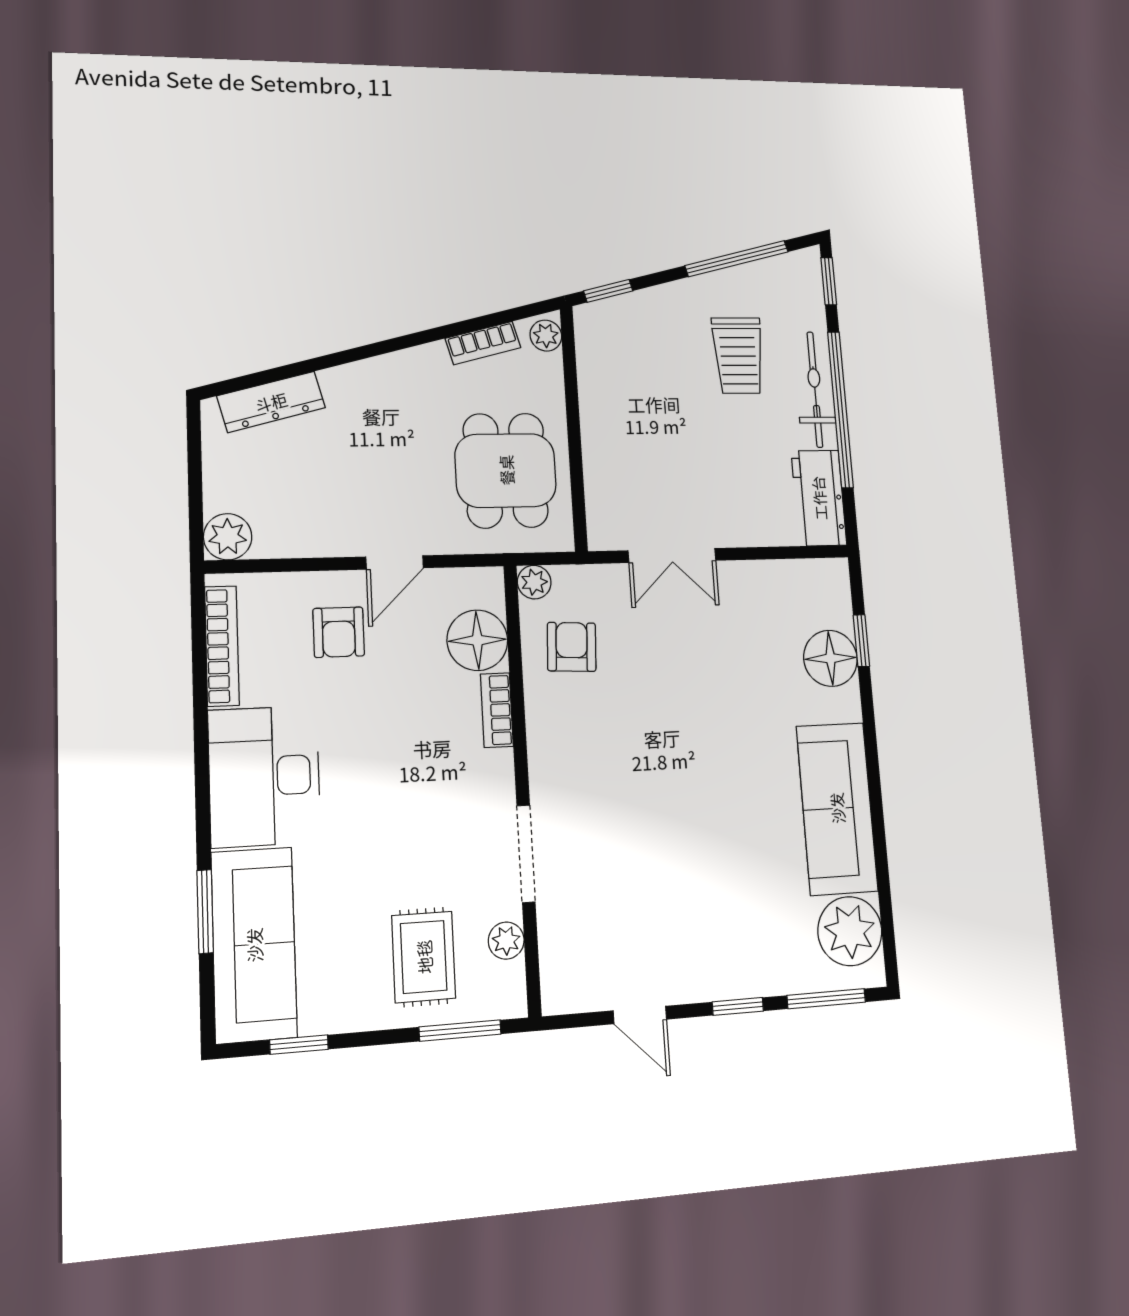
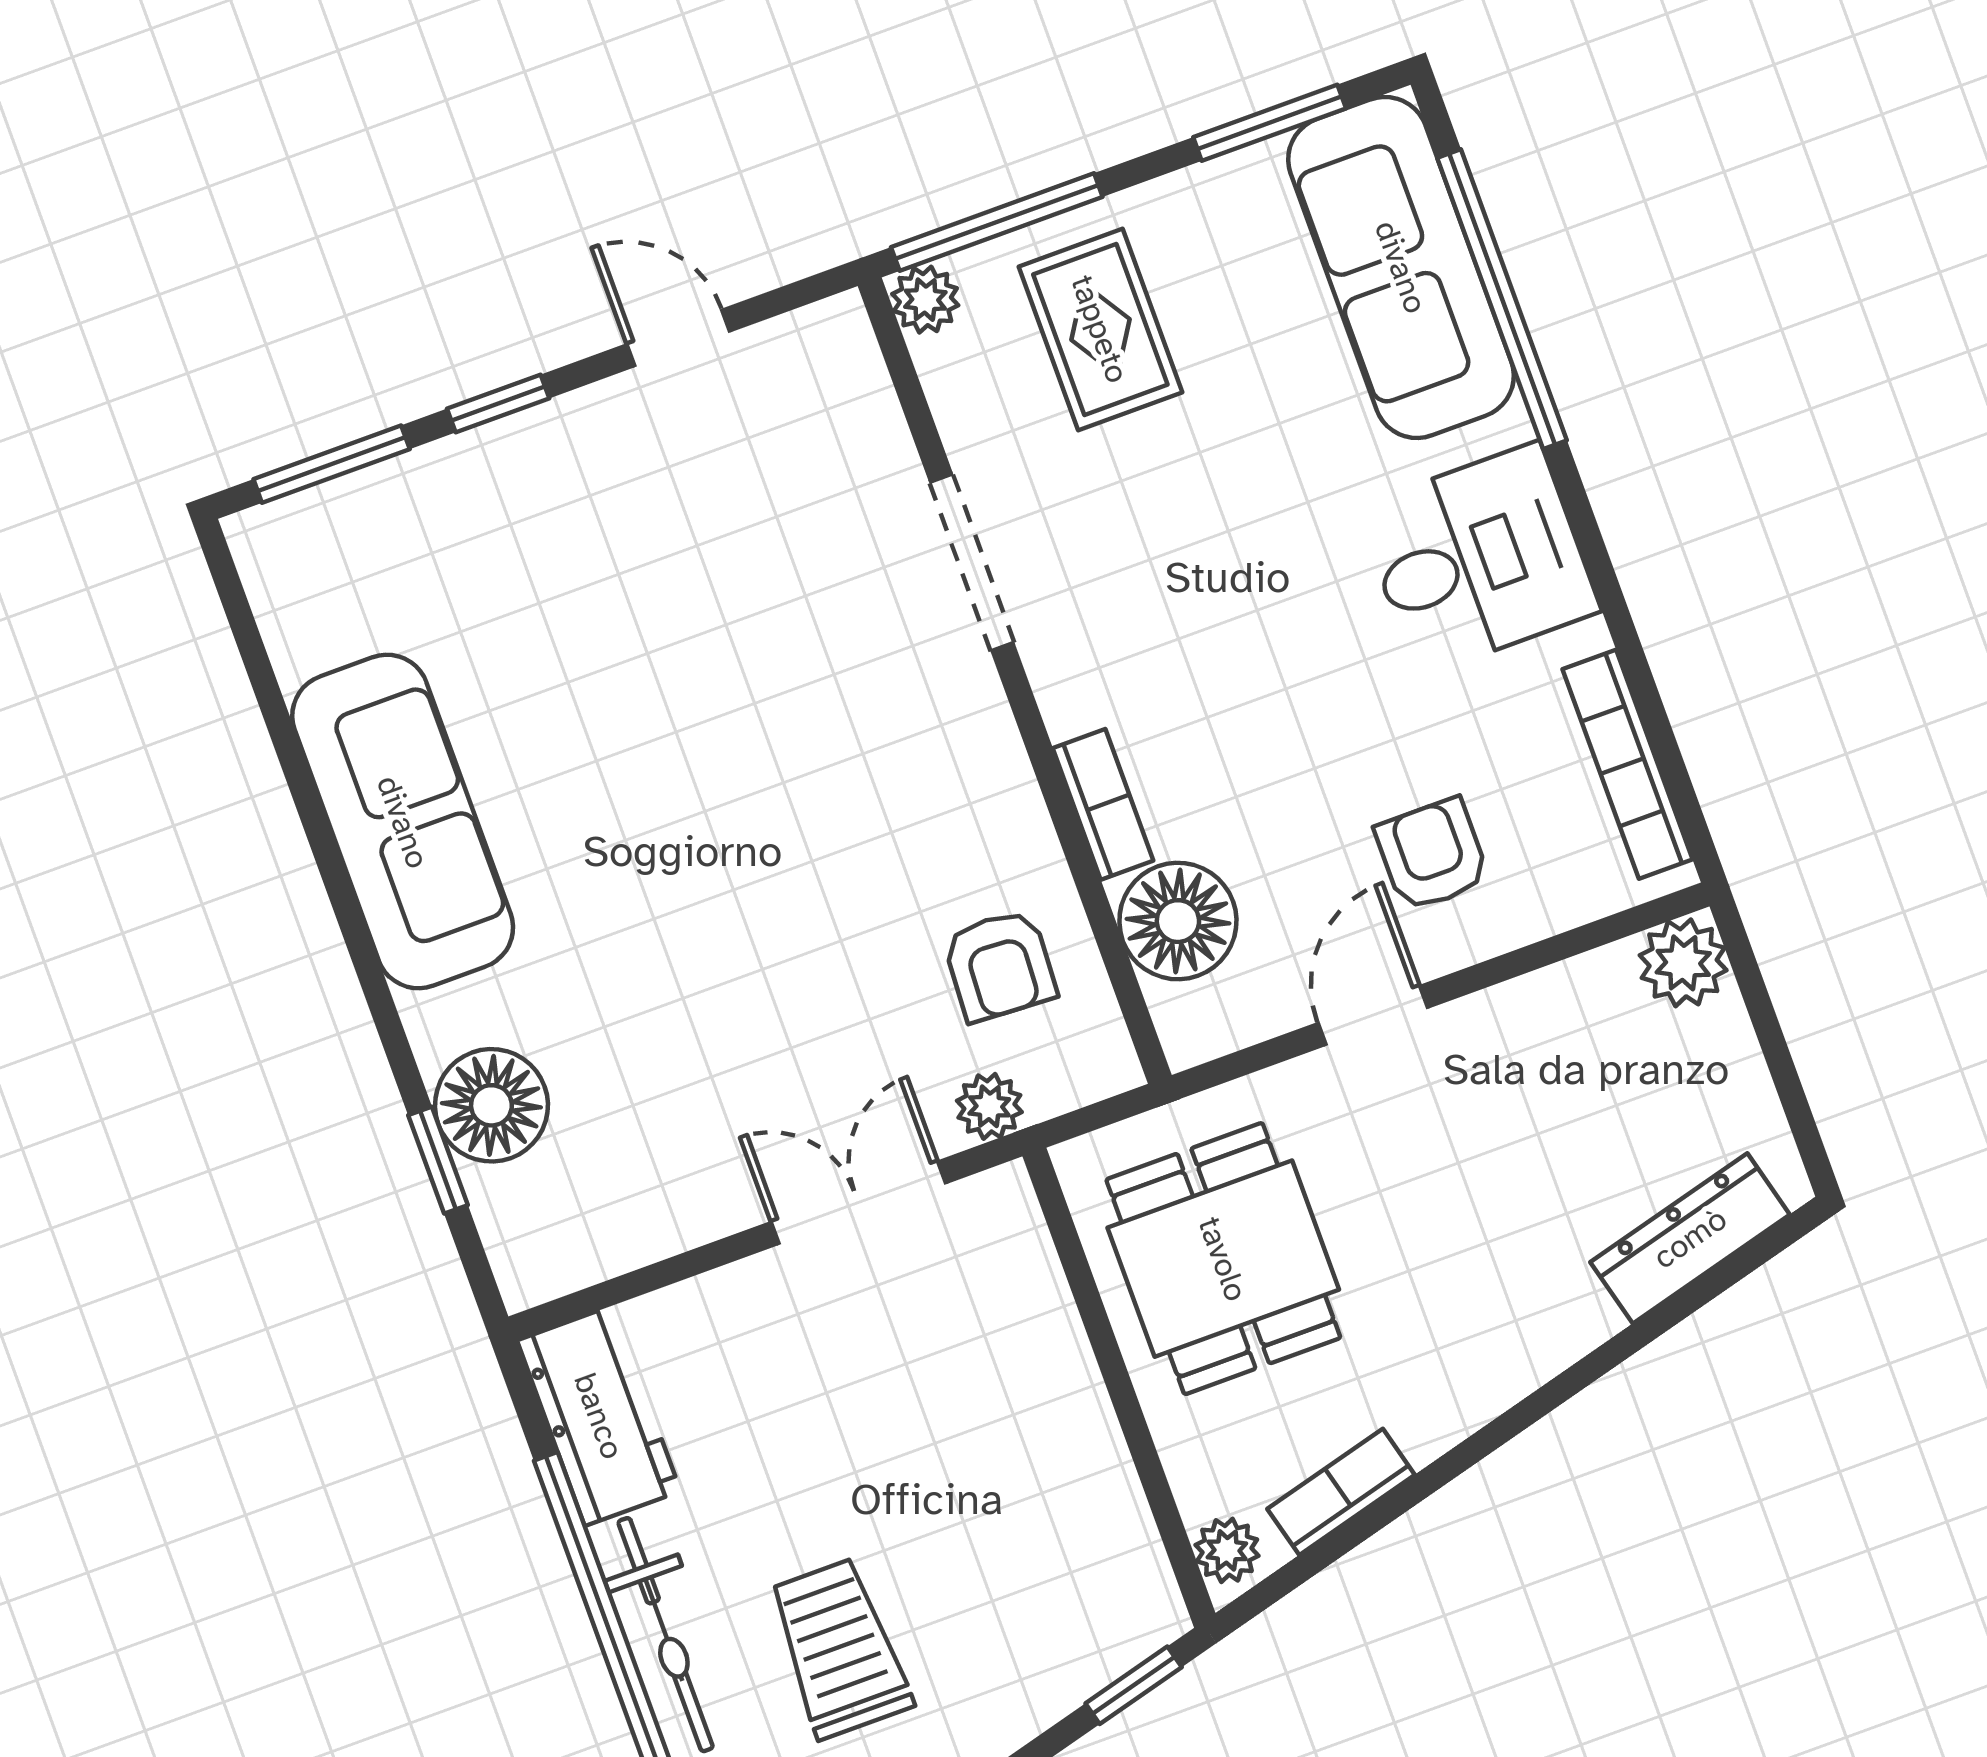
plant: (534, 582) -> (989, 1106), moved
desk: (264, 776) -> (1478, 559), width x0.73
window: (205, 912) -> (1502, 299), width x2.11
plant: (850, 931) -> (317, 600), removed
plant: (506, 941) -> (925, 300), moved
window: (460, 1031) -> (997, 222), width x1.44
window: (299, 1045) -> (1270, 123), width x1.50

